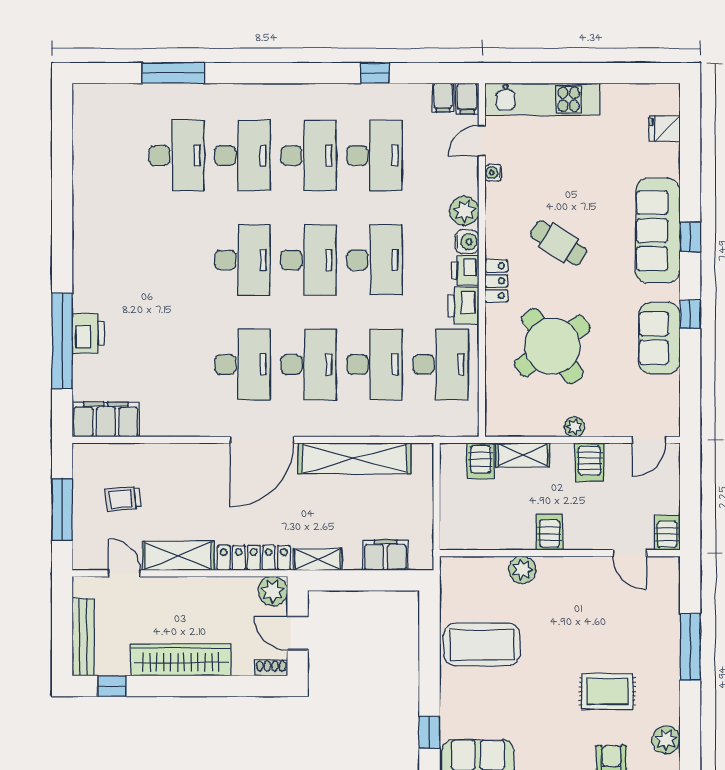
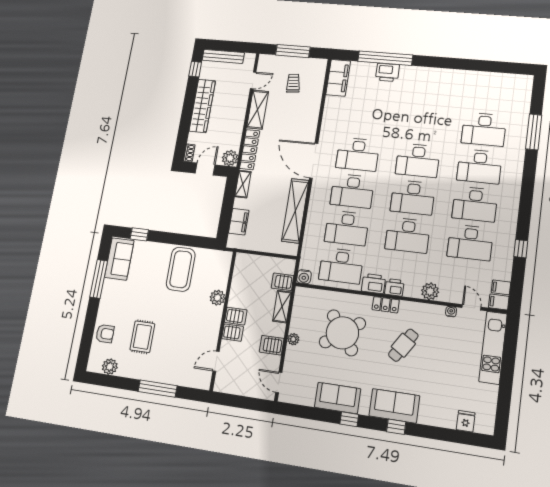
sofa: (658, 231) -> (394, 406), width x0.73
water cooler: (467, 242) -> (304, 277), moved
server rack: (667, 533) -> (233, 333), moved

